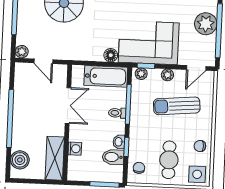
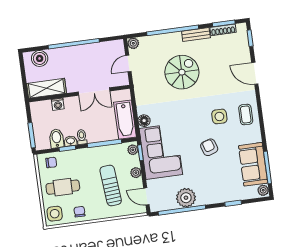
toilet: (117, 113) -> (82, 137), moved

